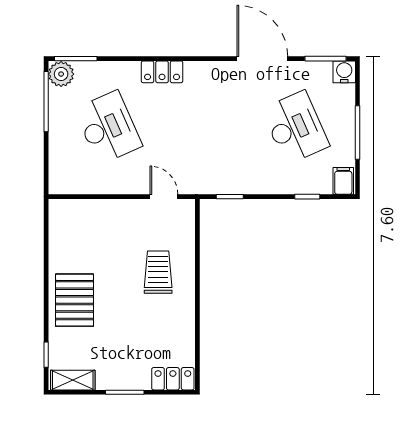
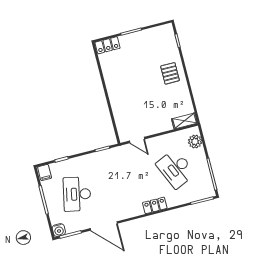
plant: (61, 74) -> (195, 142), moved
desk: (295, 128) -> (77, 194), turned 36
trolley: (158, 272) -> (130, 99), removed
pallet: (75, 300) -> (170, 73), width x0.67, depth x0.71
shelving: (73, 380) -> (184, 121), moved

